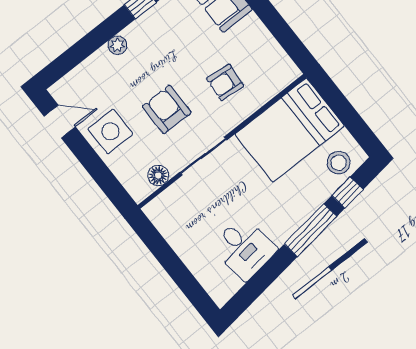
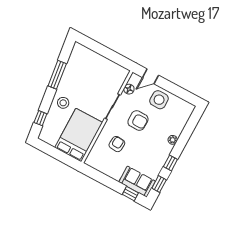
door: (60, 122) -> (151, 76), moved
stool: (339, 163) -> (63, 103), moved
window: (311, 230) -> (57, 75), moved
desk: (244, 248) -> (76, 73), removed

